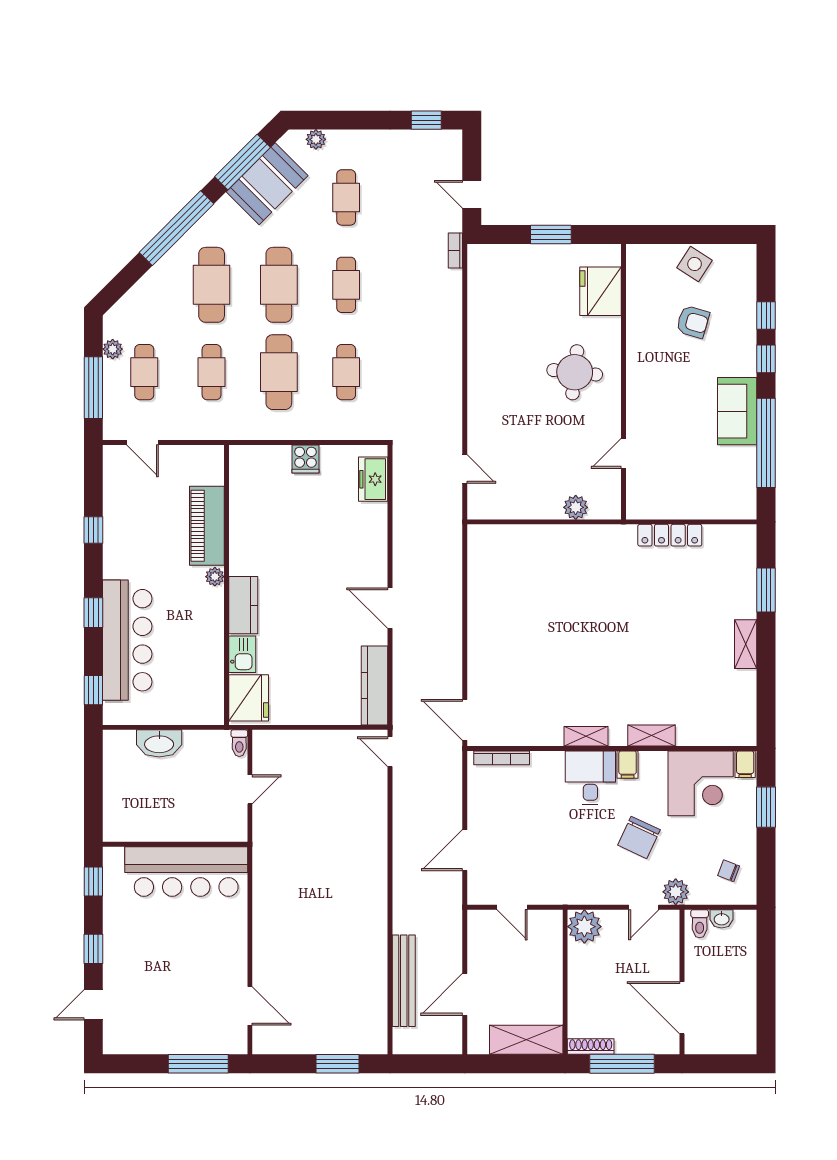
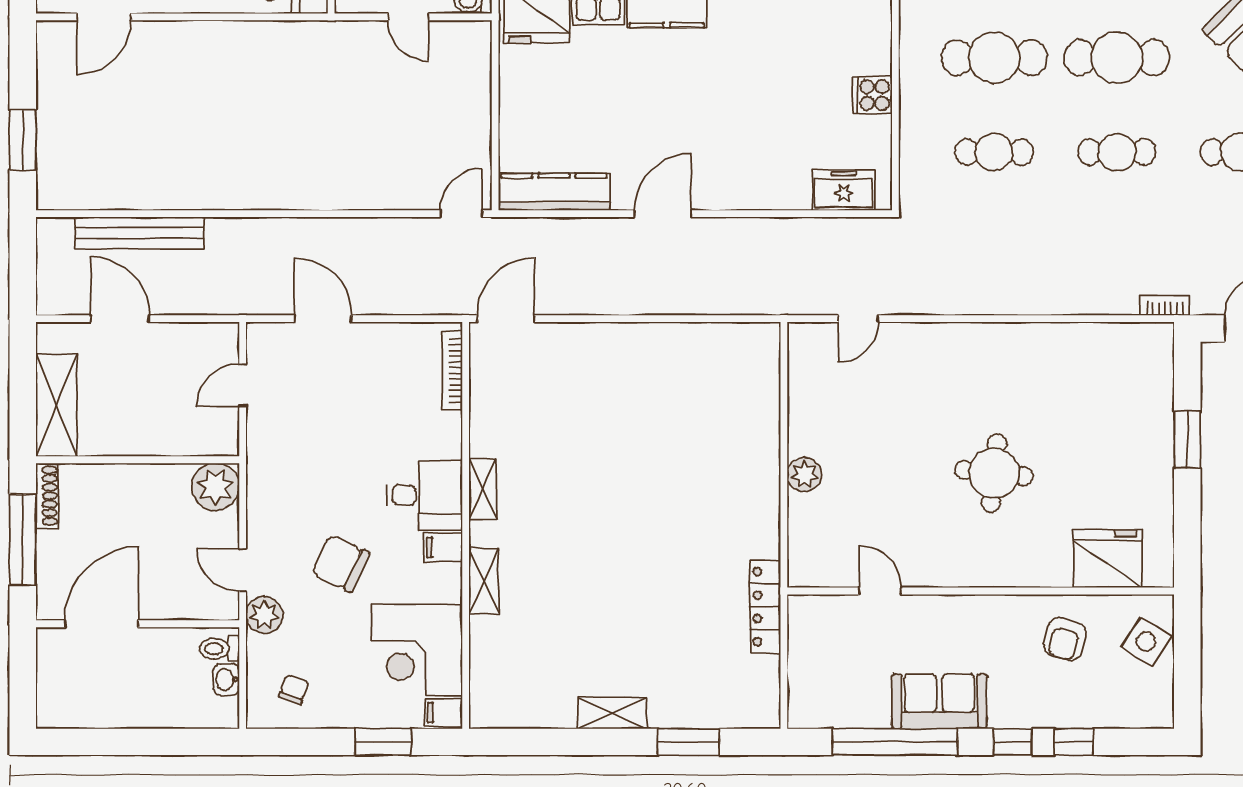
fridge: (601, 291) -> (1108, 559), moved
wall: (624, 382) -> (981, 591), moved
door: (624, 453) -> (880, 591), moved

